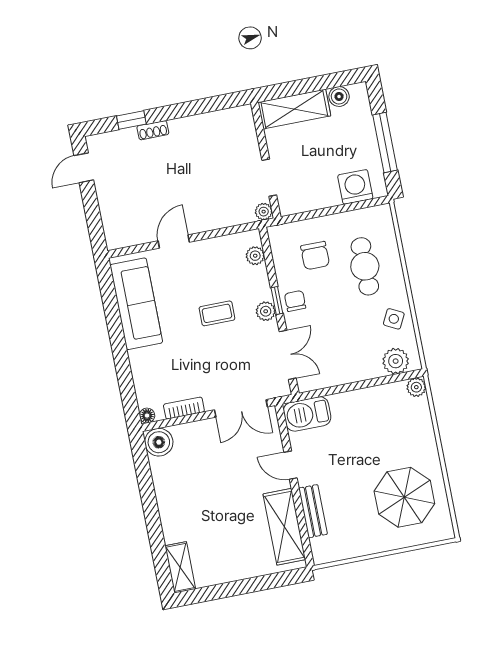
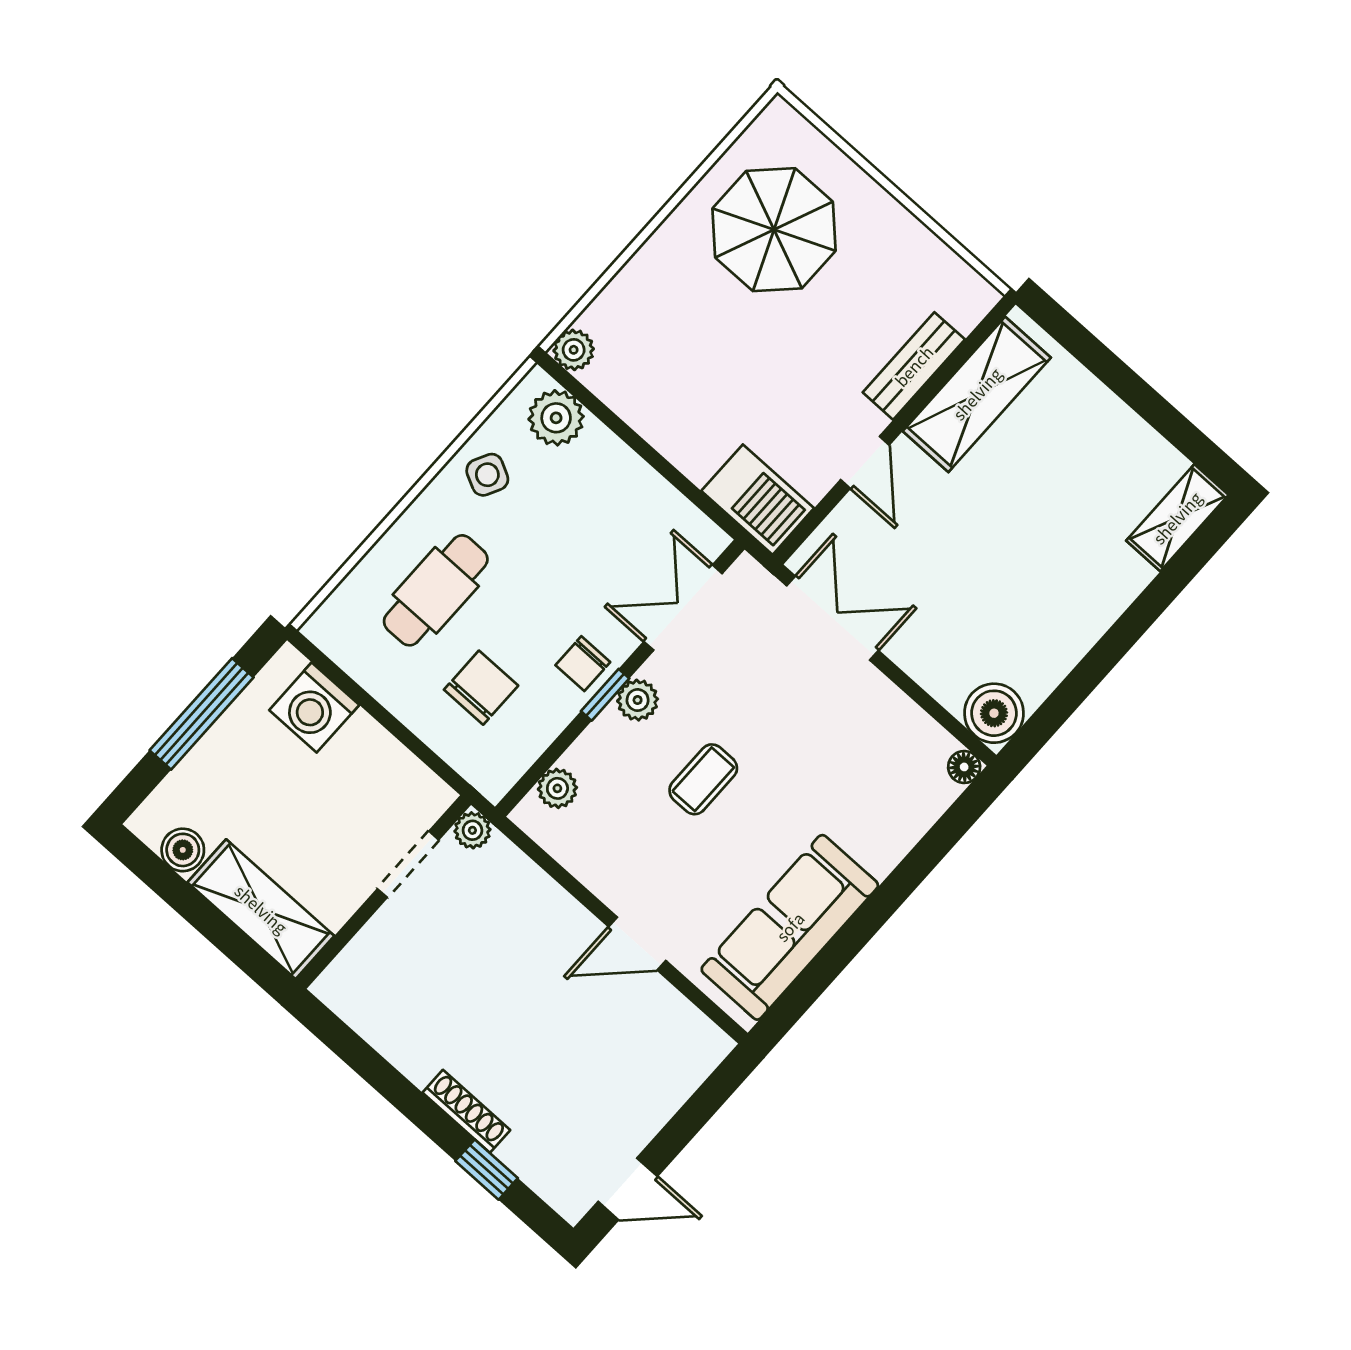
shoe rack: (153, 130) -> (466, 1111), width x1.43
coffee table: (217, 313) -> (703, 779), turned 90
bookcase: (184, 408) -> (905, 714), removed

